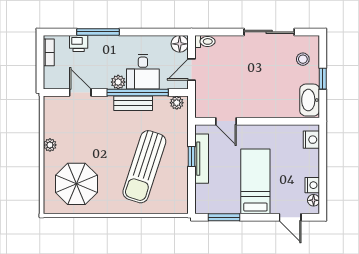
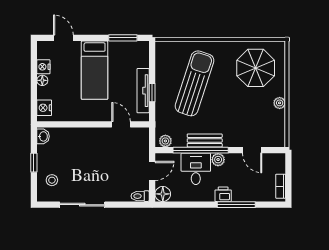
printer: (79, 43) -> (223, 194), moved
washbasin: (310, 100) -> (43, 136), width x0.52, depth x0.69
floor lamp: (314, 200) -> (42, 80), moved

